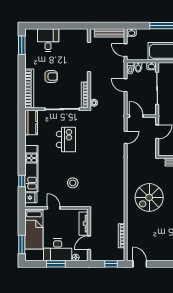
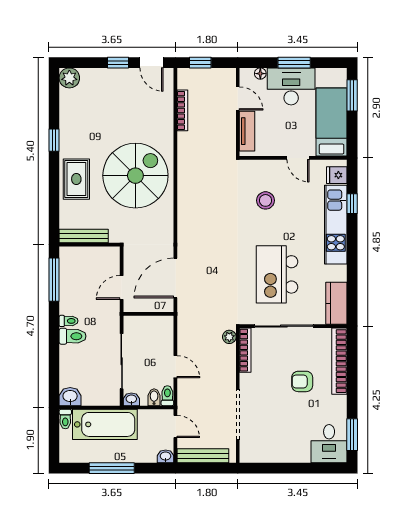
desk: (48, 40) -> (329, 444), moved
door: (136, 116) -> (157, 314), removed
door: (126, 137) -> (175, 278), width x1.88
kitchen island: (66, 139) -> (277, 274), width x1.37, depth x1.28
spiral stairs: (149, 197) -> (135, 176), width x1.37, depth x1.37
door: (89, 243) -> (238, 98), hinge flipped
window: (159, 264) -> (118, 63), added

